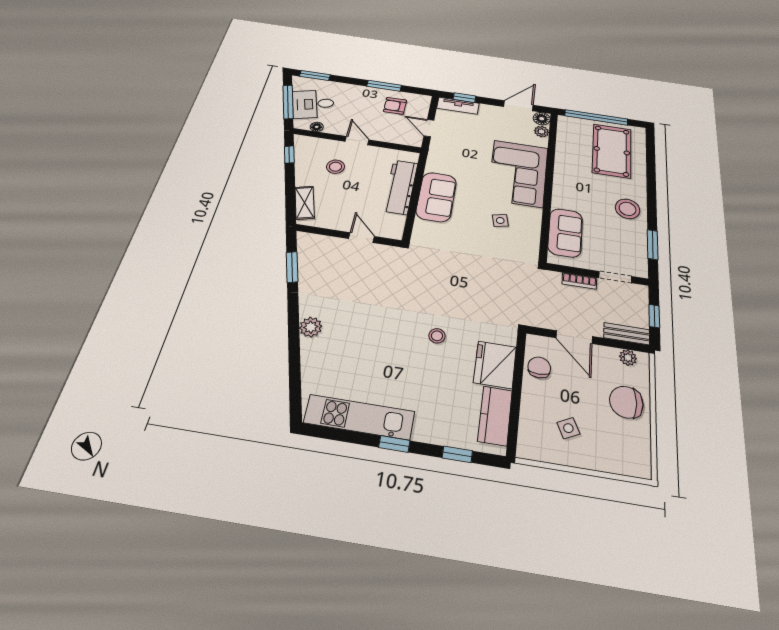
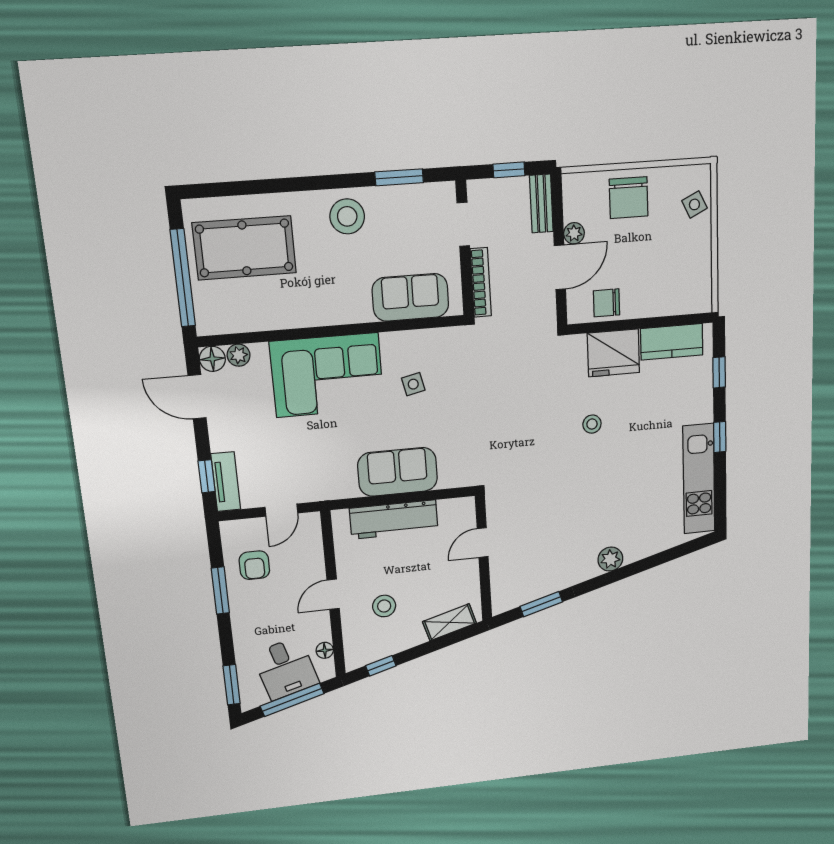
bookcase: (579, 281) -> (481, 282), width x1.56
plant: (628, 358) -> (574, 233), moved
side table: (568, 428) -> (694, 204), moved

